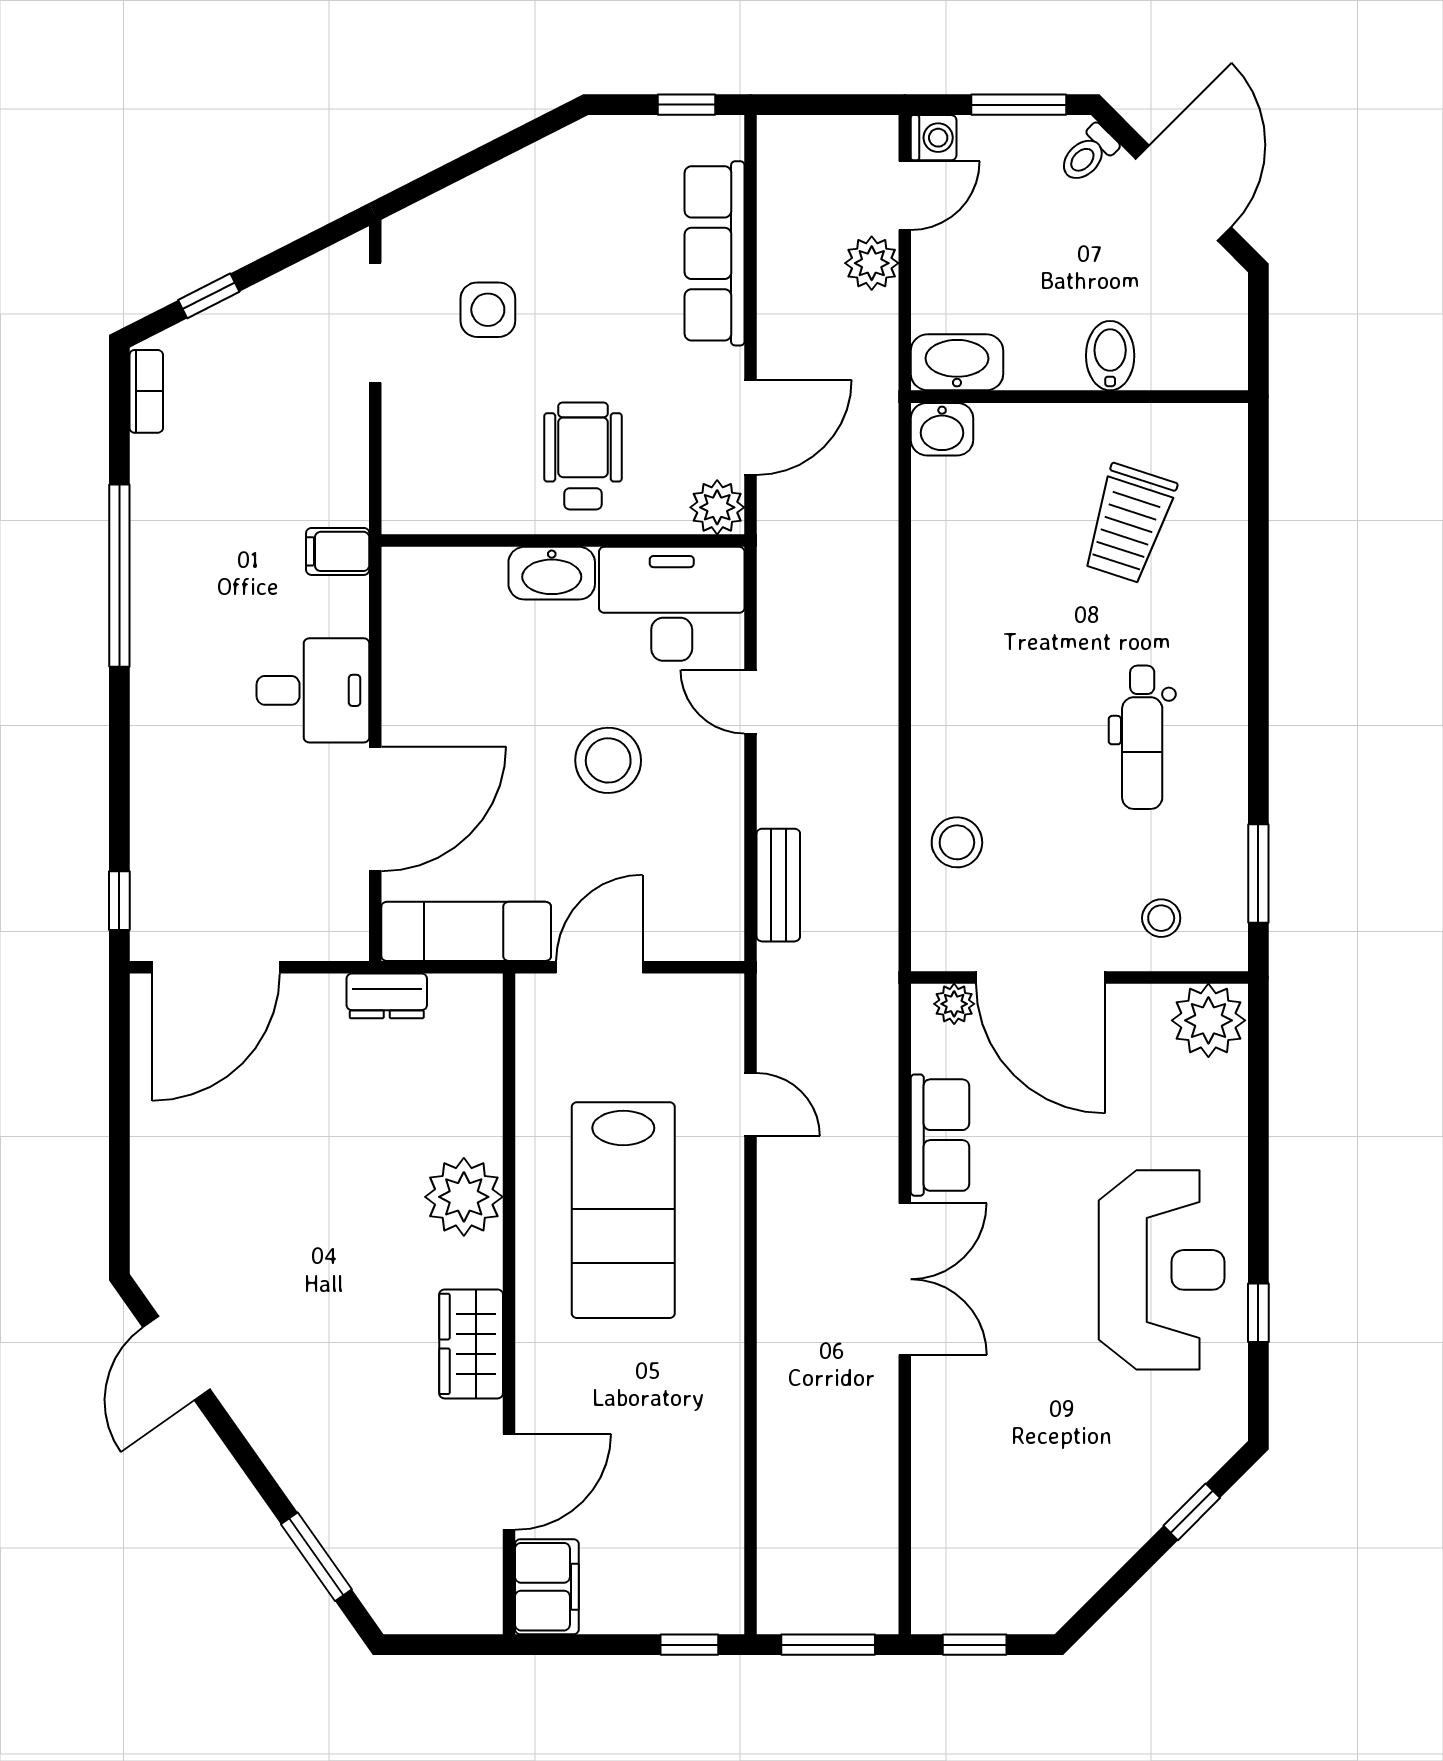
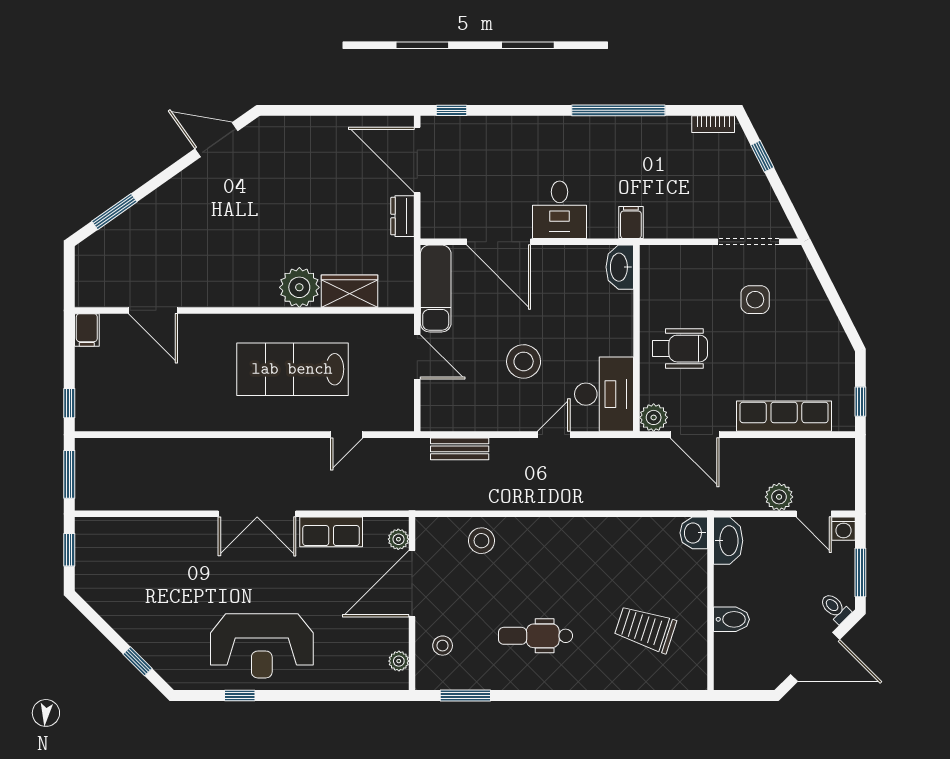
washbasin: (552, 573) -> (620, 267), moved
dresser: (387, 996) -> (403, 216), moved
plant: (1208, 1020) -> (399, 661), width x0.53, depth x0.53
wardrobe: (471, 1344) -> (350, 291), moved
filing cabinet: (547, 1587) -> (87, 330), width x0.50

